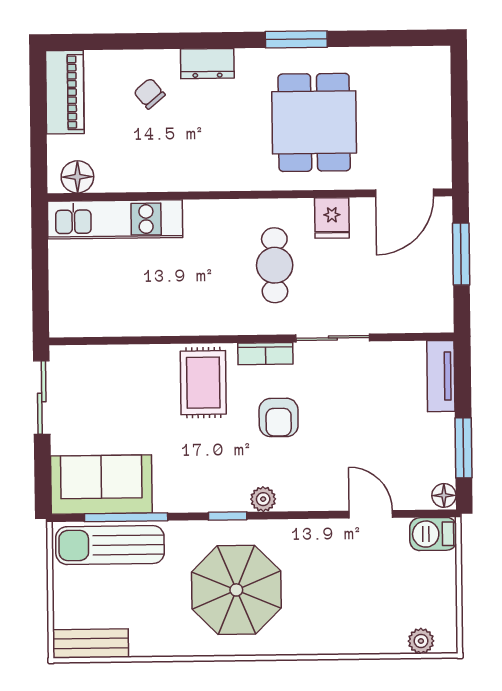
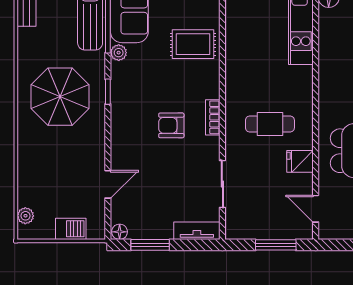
door: (404, 193) -> (316, 209), width x0.73
sliding door: (333, 338) -> (222, 184), moved
rug: (203, 383) -> (193, 44), moved
plant: (263, 499) -> (119, 53), moved
barbecue: (433, 534) -> (71, 229), moved, turned 90

